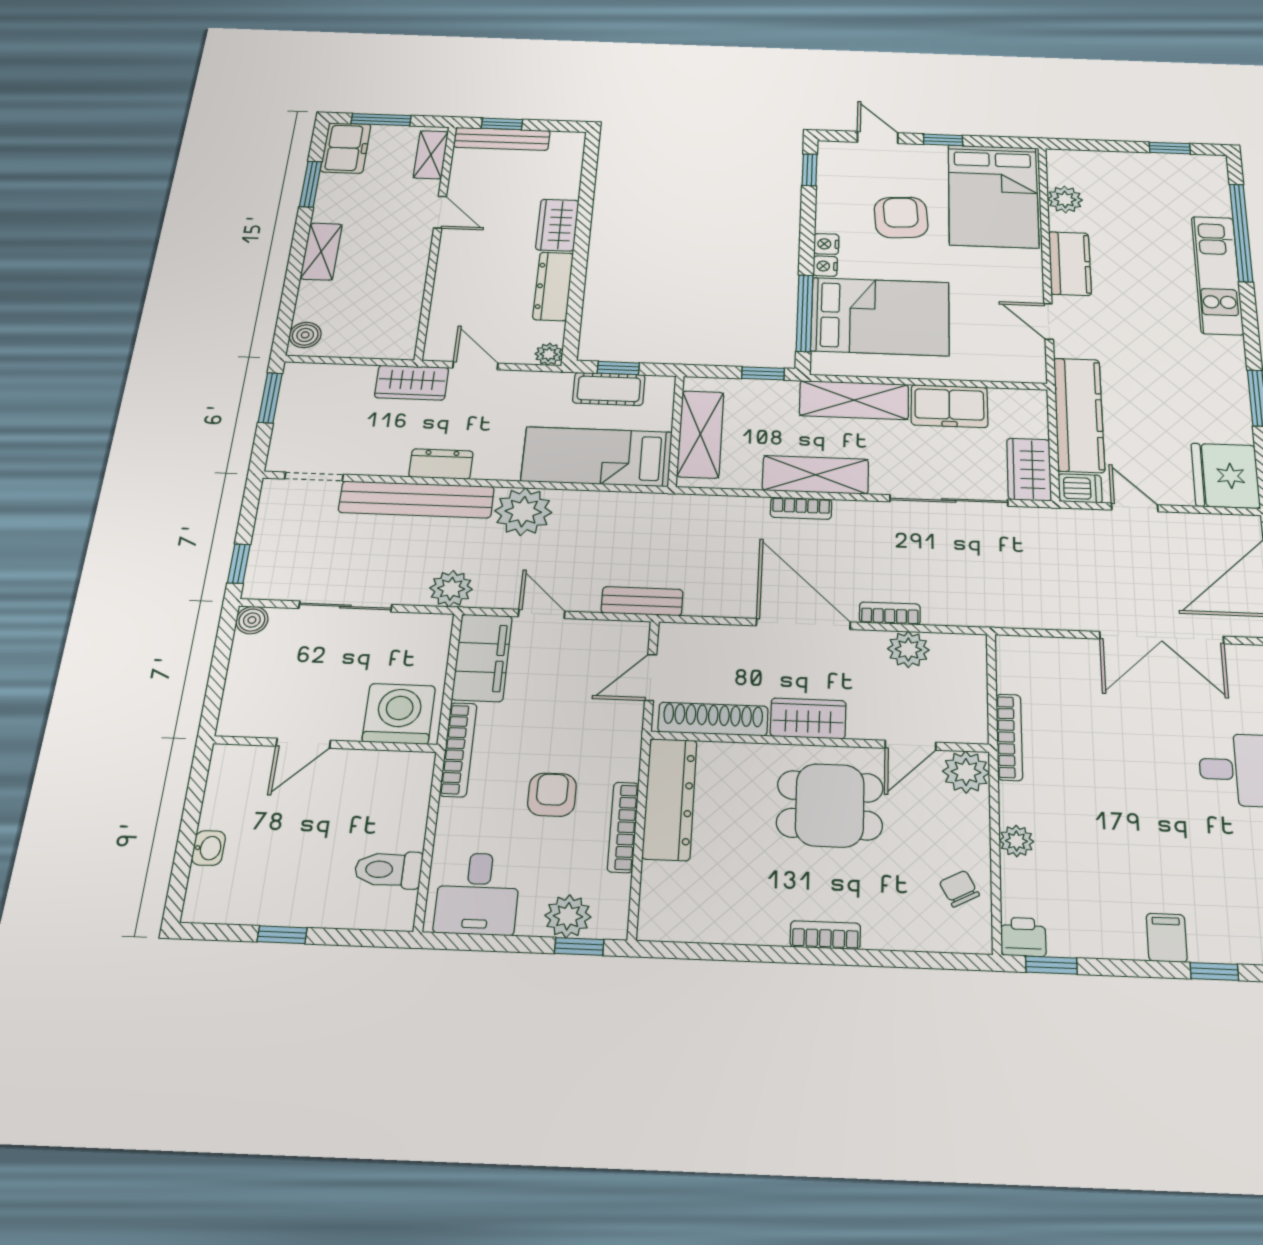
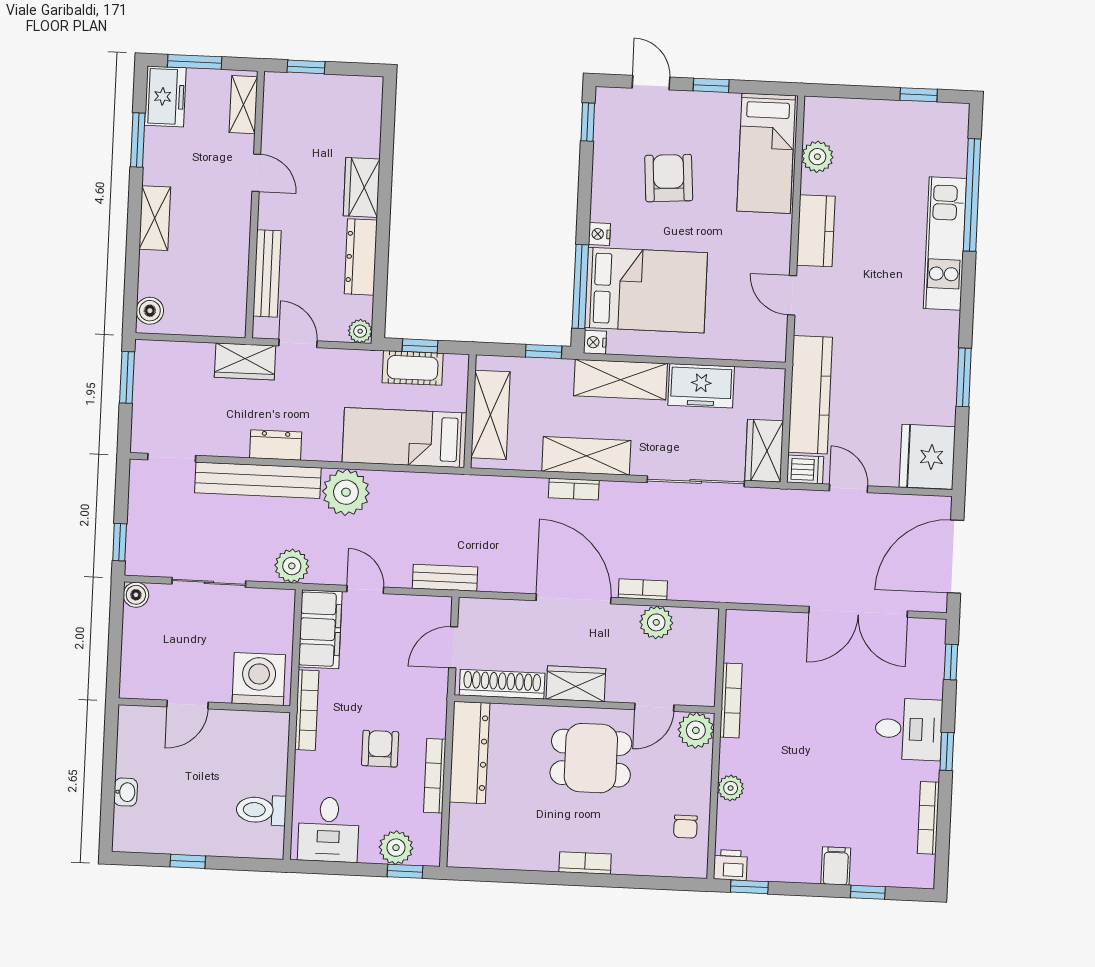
bench: (502, 139) -> (267, 273), moved, turned 90
bed: (993, 196) -> (766, 153), width x0.67
nightstand: (826, 244) -> (595, 342), moved
chair: (959, 889) -> (685, 827), turned -152

